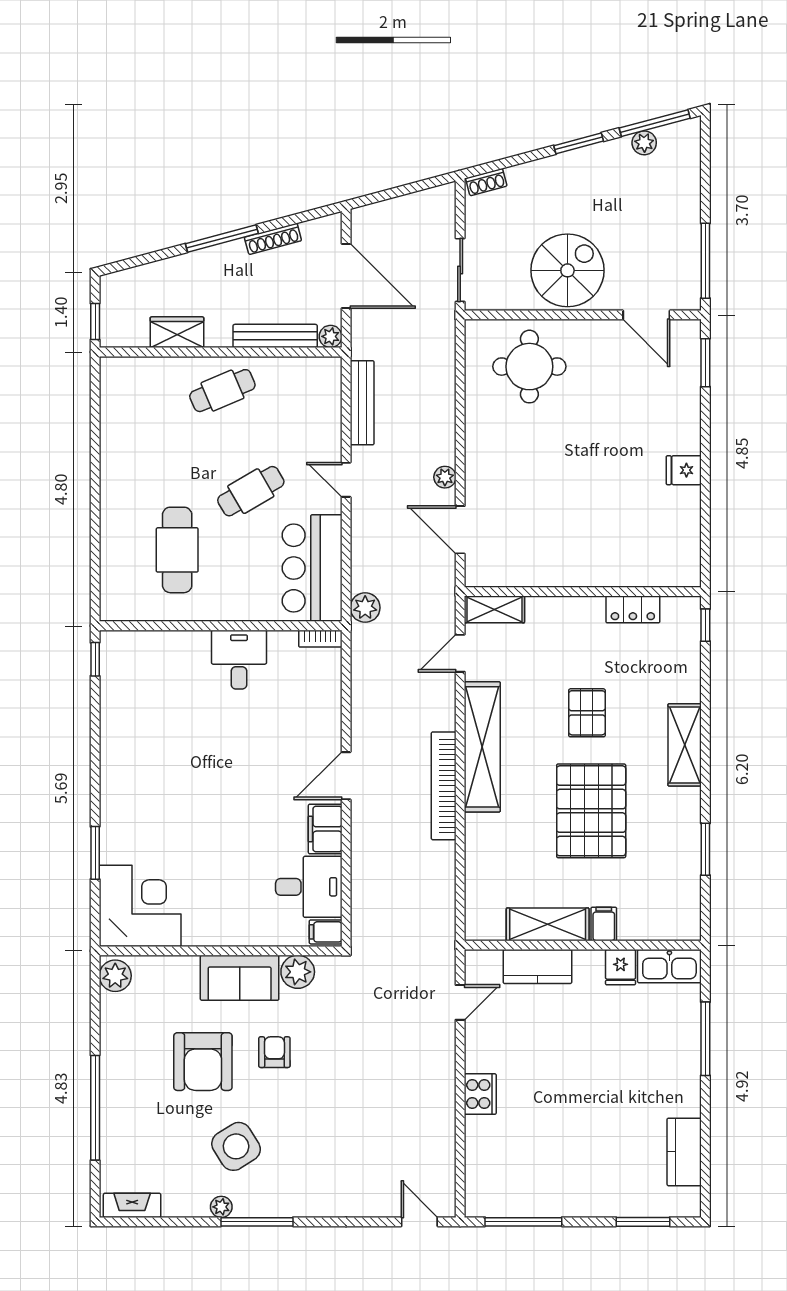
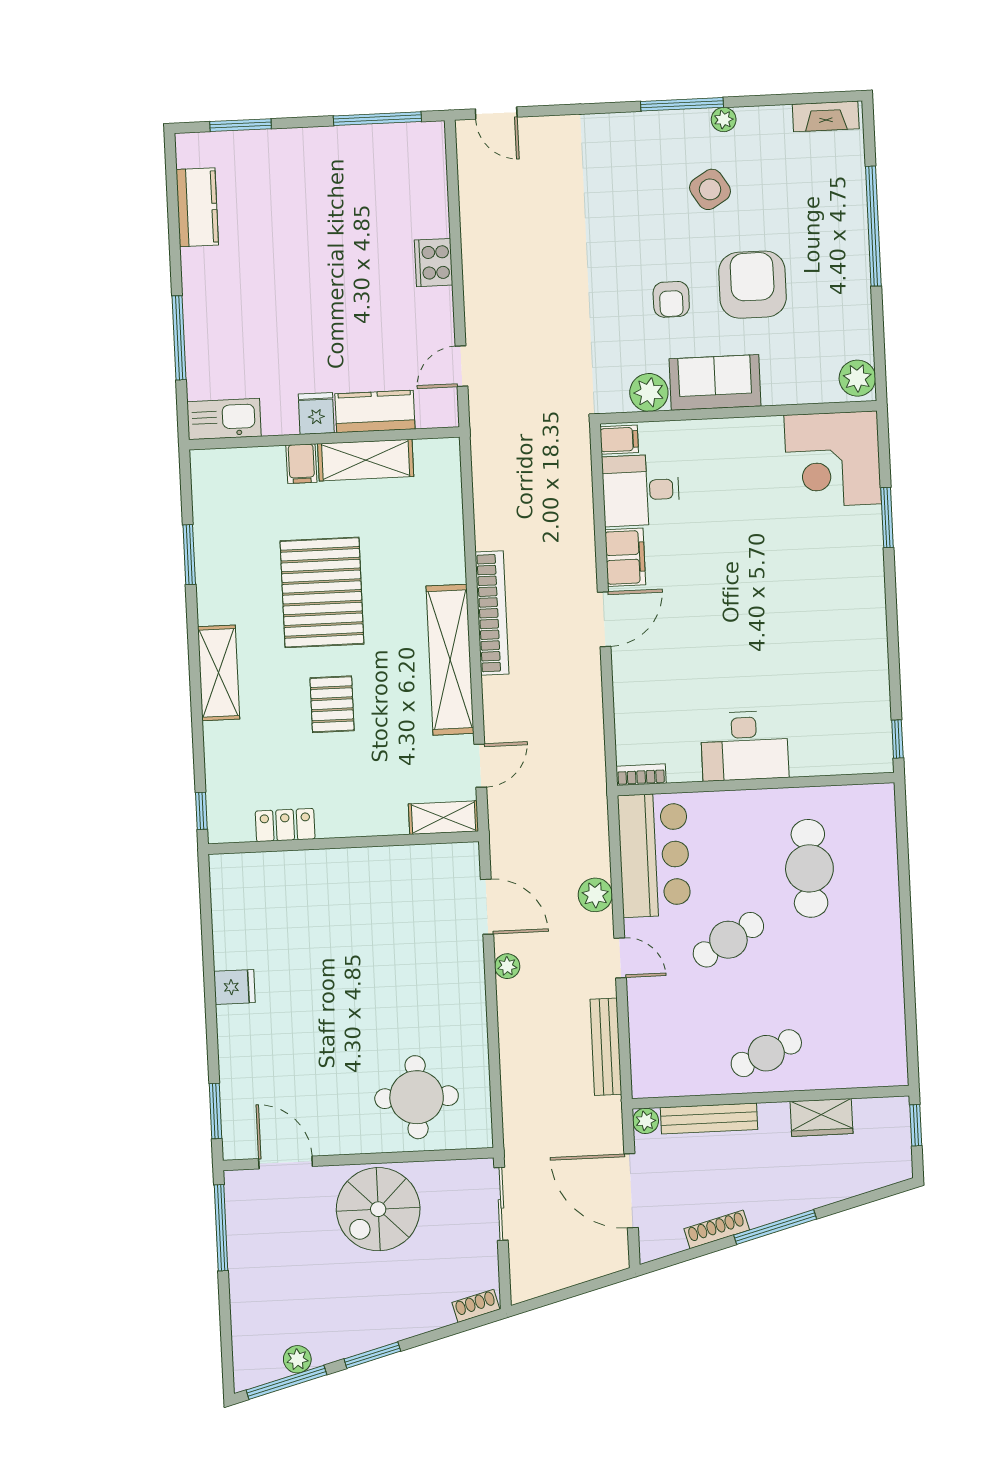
plant: (365, 608) -> (595, 895), moved
desk: (239, 660) -> (745, 746), width x1.37
fridge: (621, 967) -> (316, 413), moved
side table: (236, 1146) -> (710, 189), width x0.73, depth x0.73

